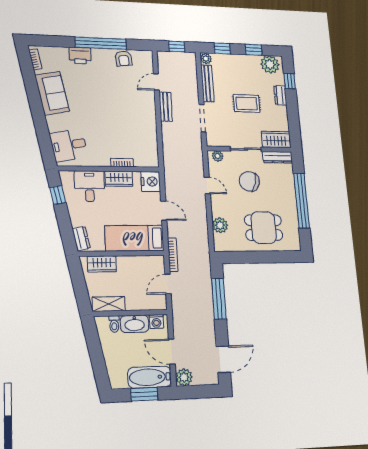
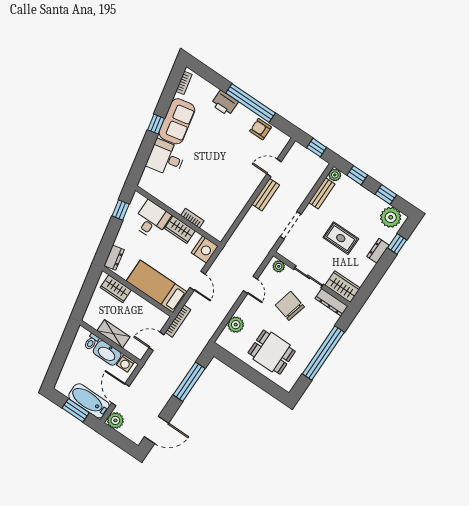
armchair: (124, 59) -> (261, 129), turned 97
bench: (207, 83) -> (322, 193), width x0.73
window: (36, 106) -> (156, 124), added
desk: (69, 145) -> (166, 158), moved
shelving: (109, 304) -> (113, 334), moved

